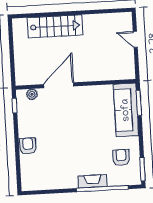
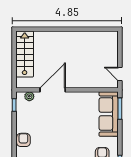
stairs: (55, 26) -> (25, 54), moved, turned -90
door: (135, 39) -> (120, 74), moved

